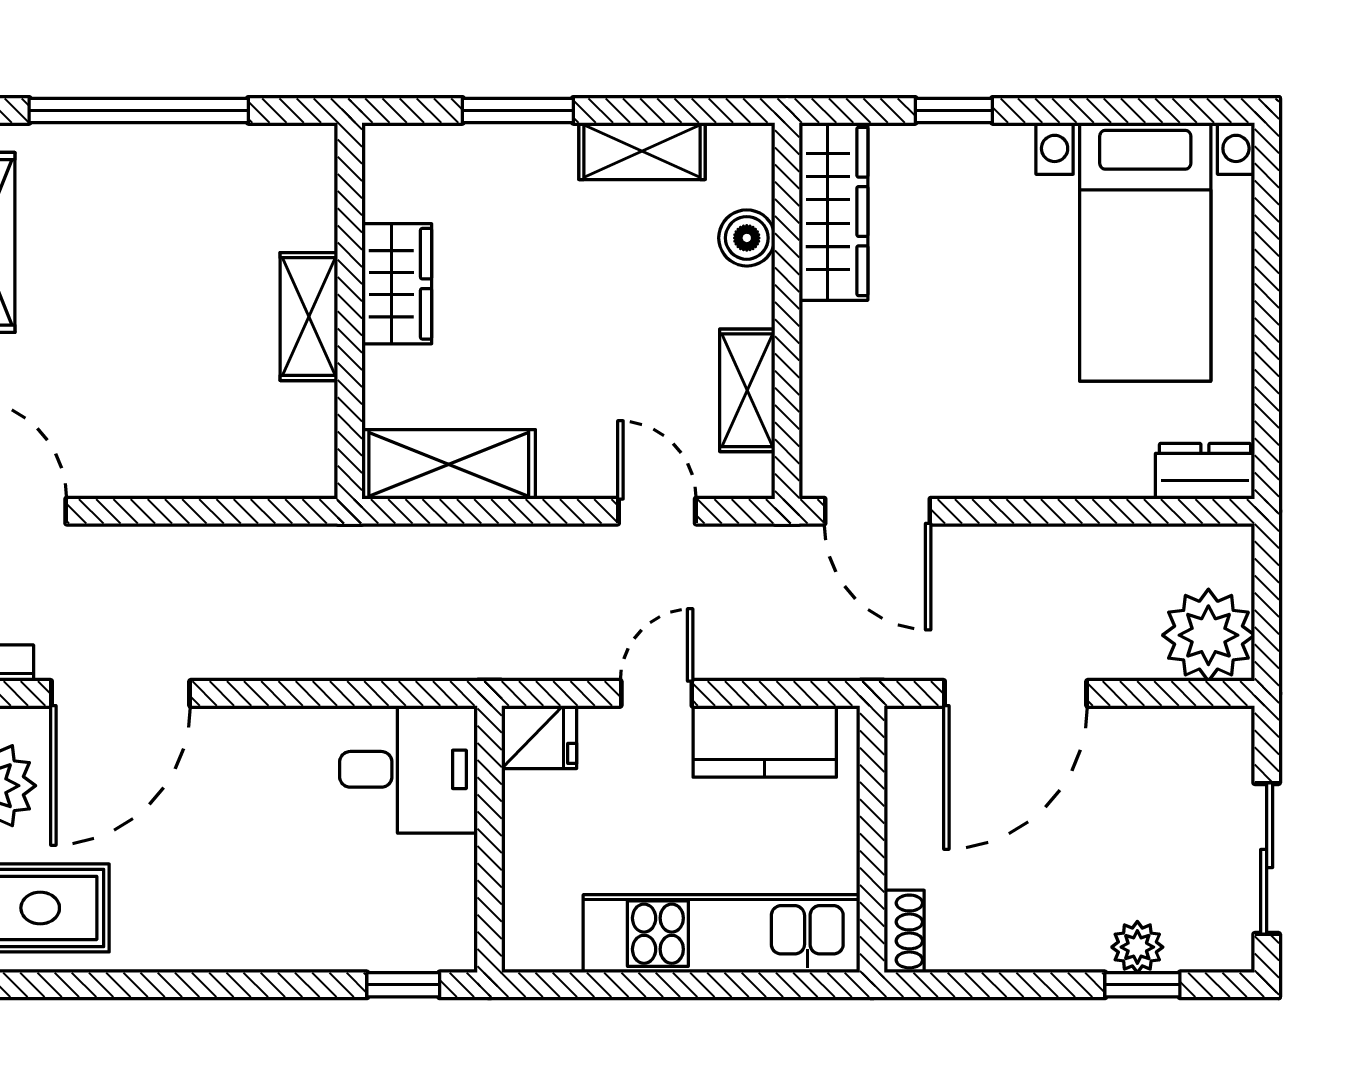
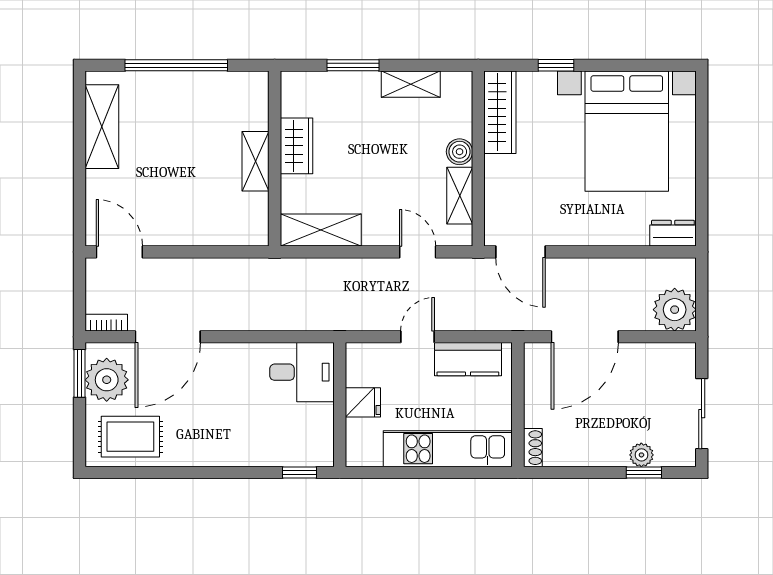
boiler: (747, 238) -> (460, 152), moved
bed with nightstands: (1145, 252) -> (627, 131), width x1.36
fridge: (539, 737) -> (363, 402), moved

